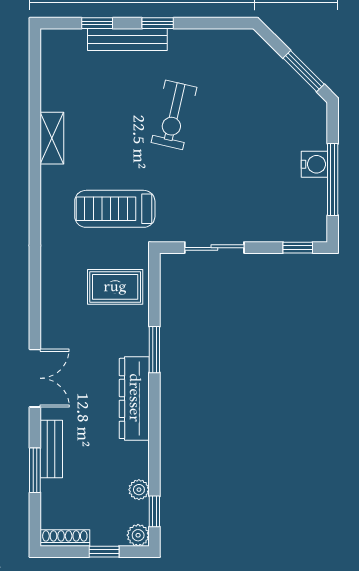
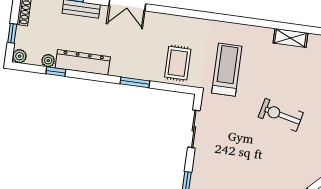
shelving: (52, 138) -> (290, 38), moved
dresser: (134, 398) -> (83, 62), moved
window: (154, 511) -> (56, 72), moved

